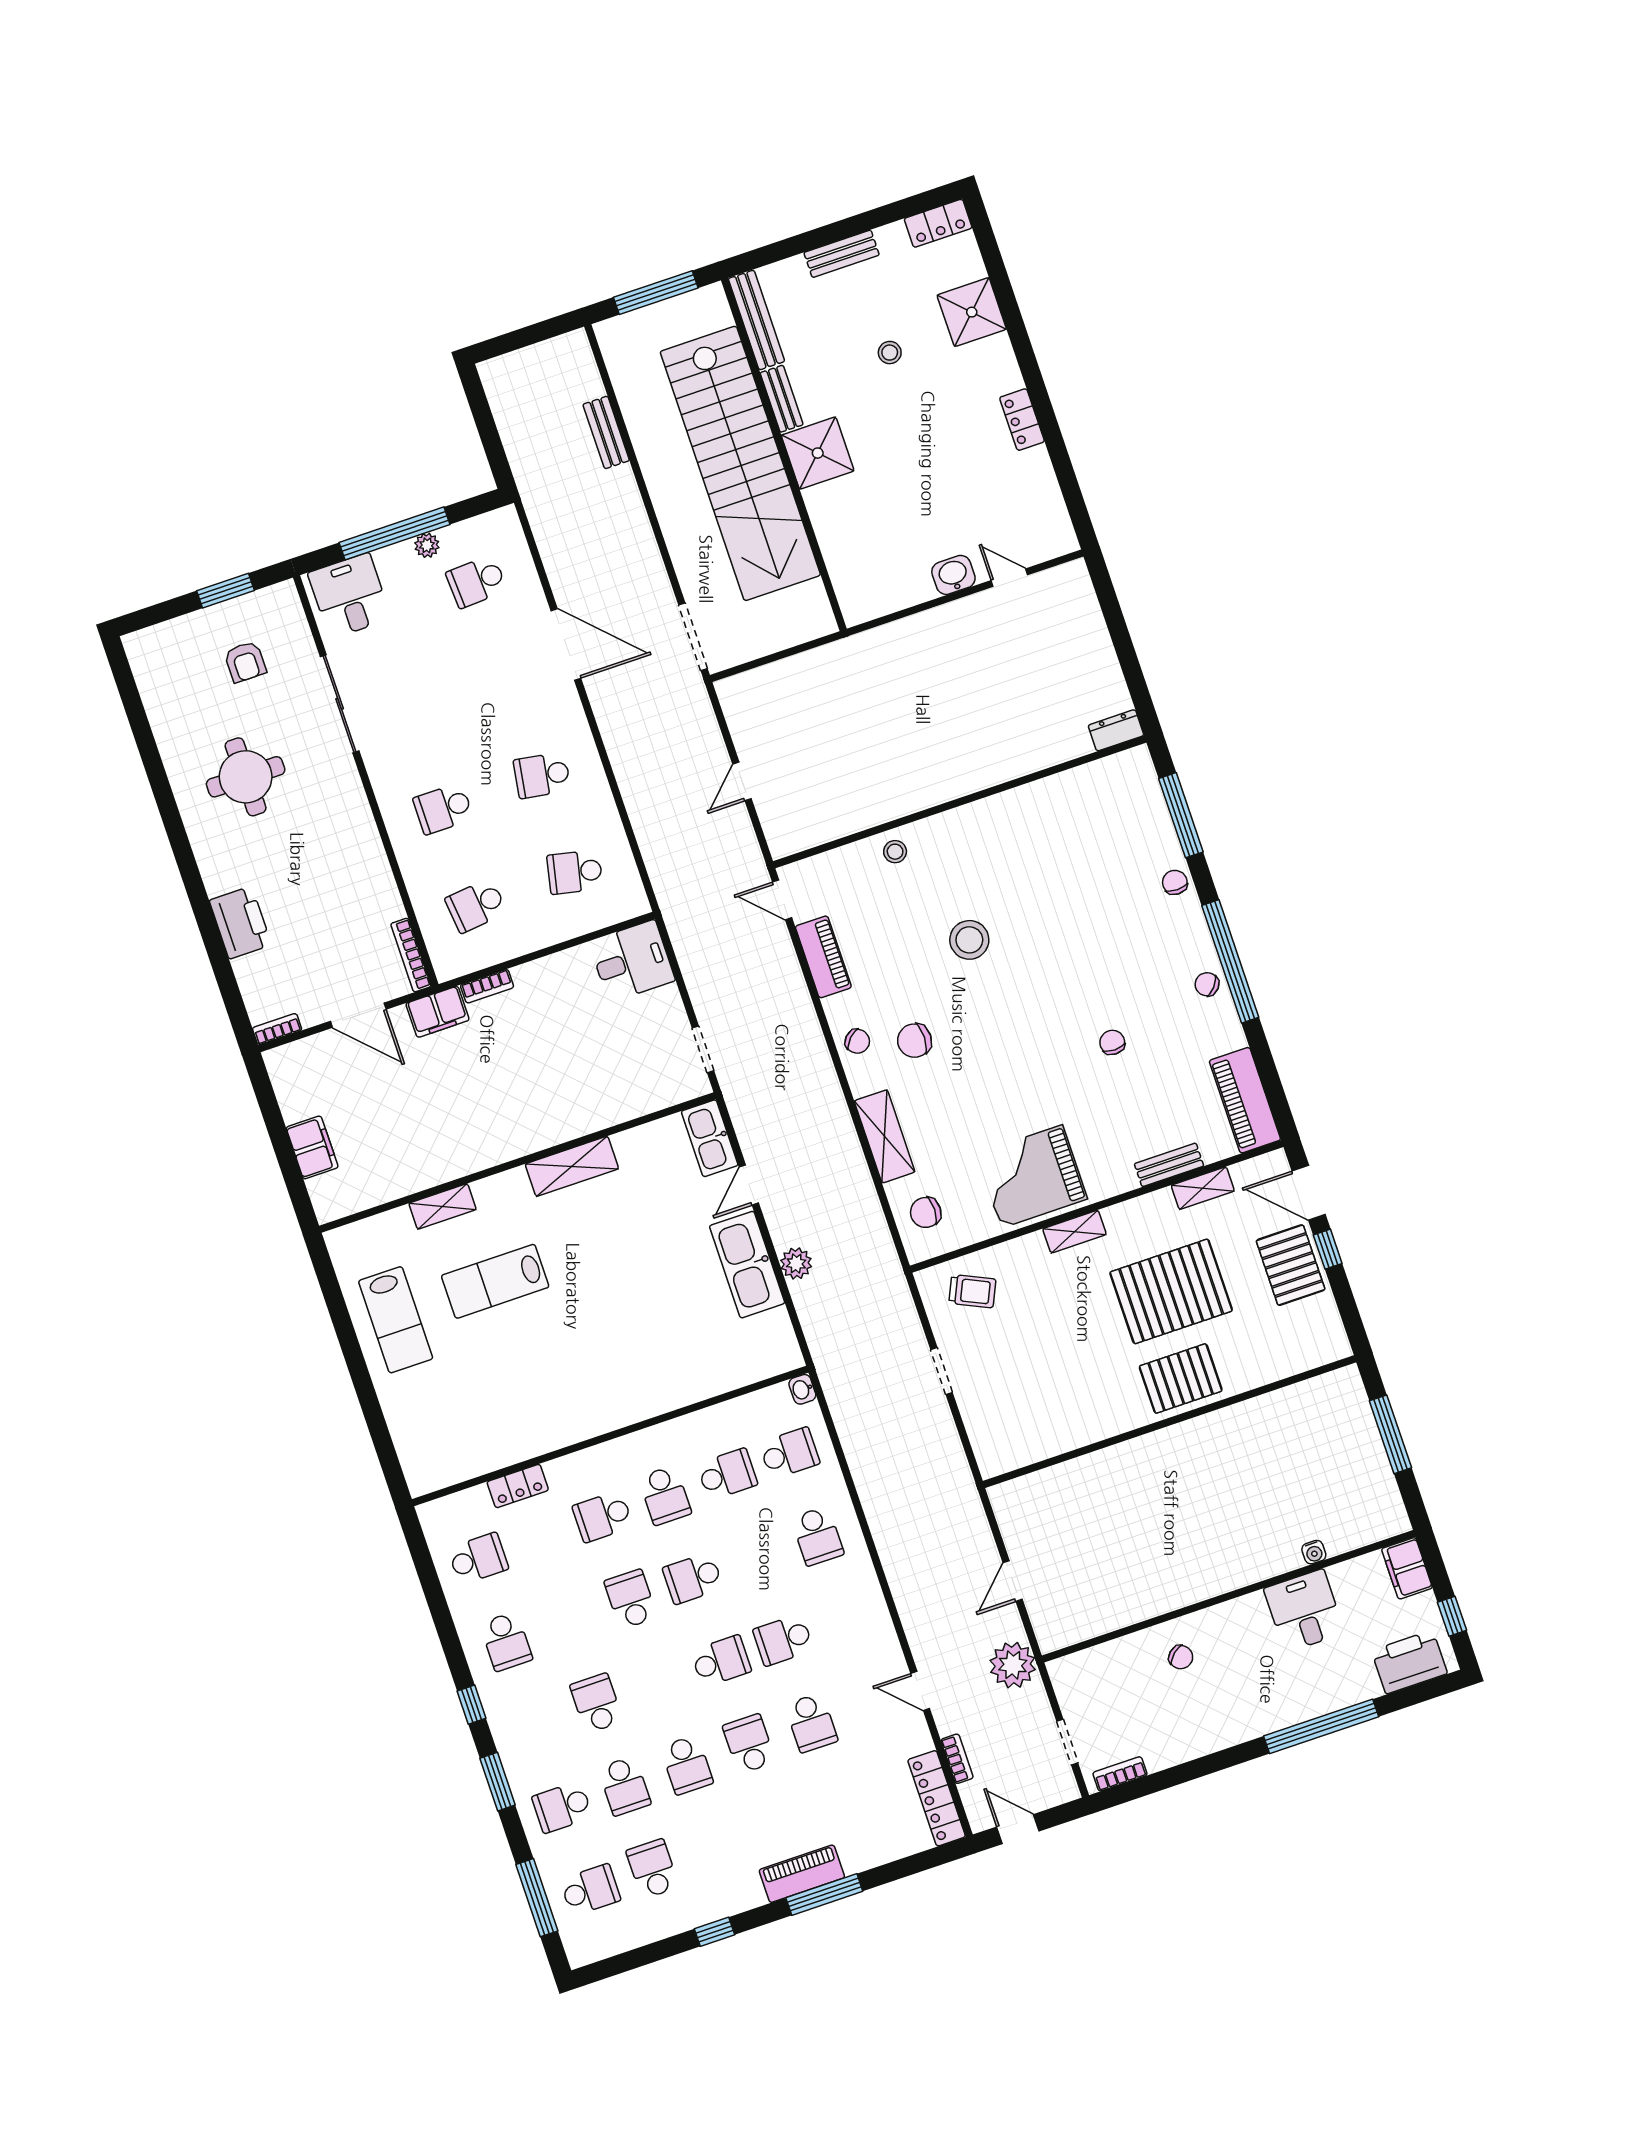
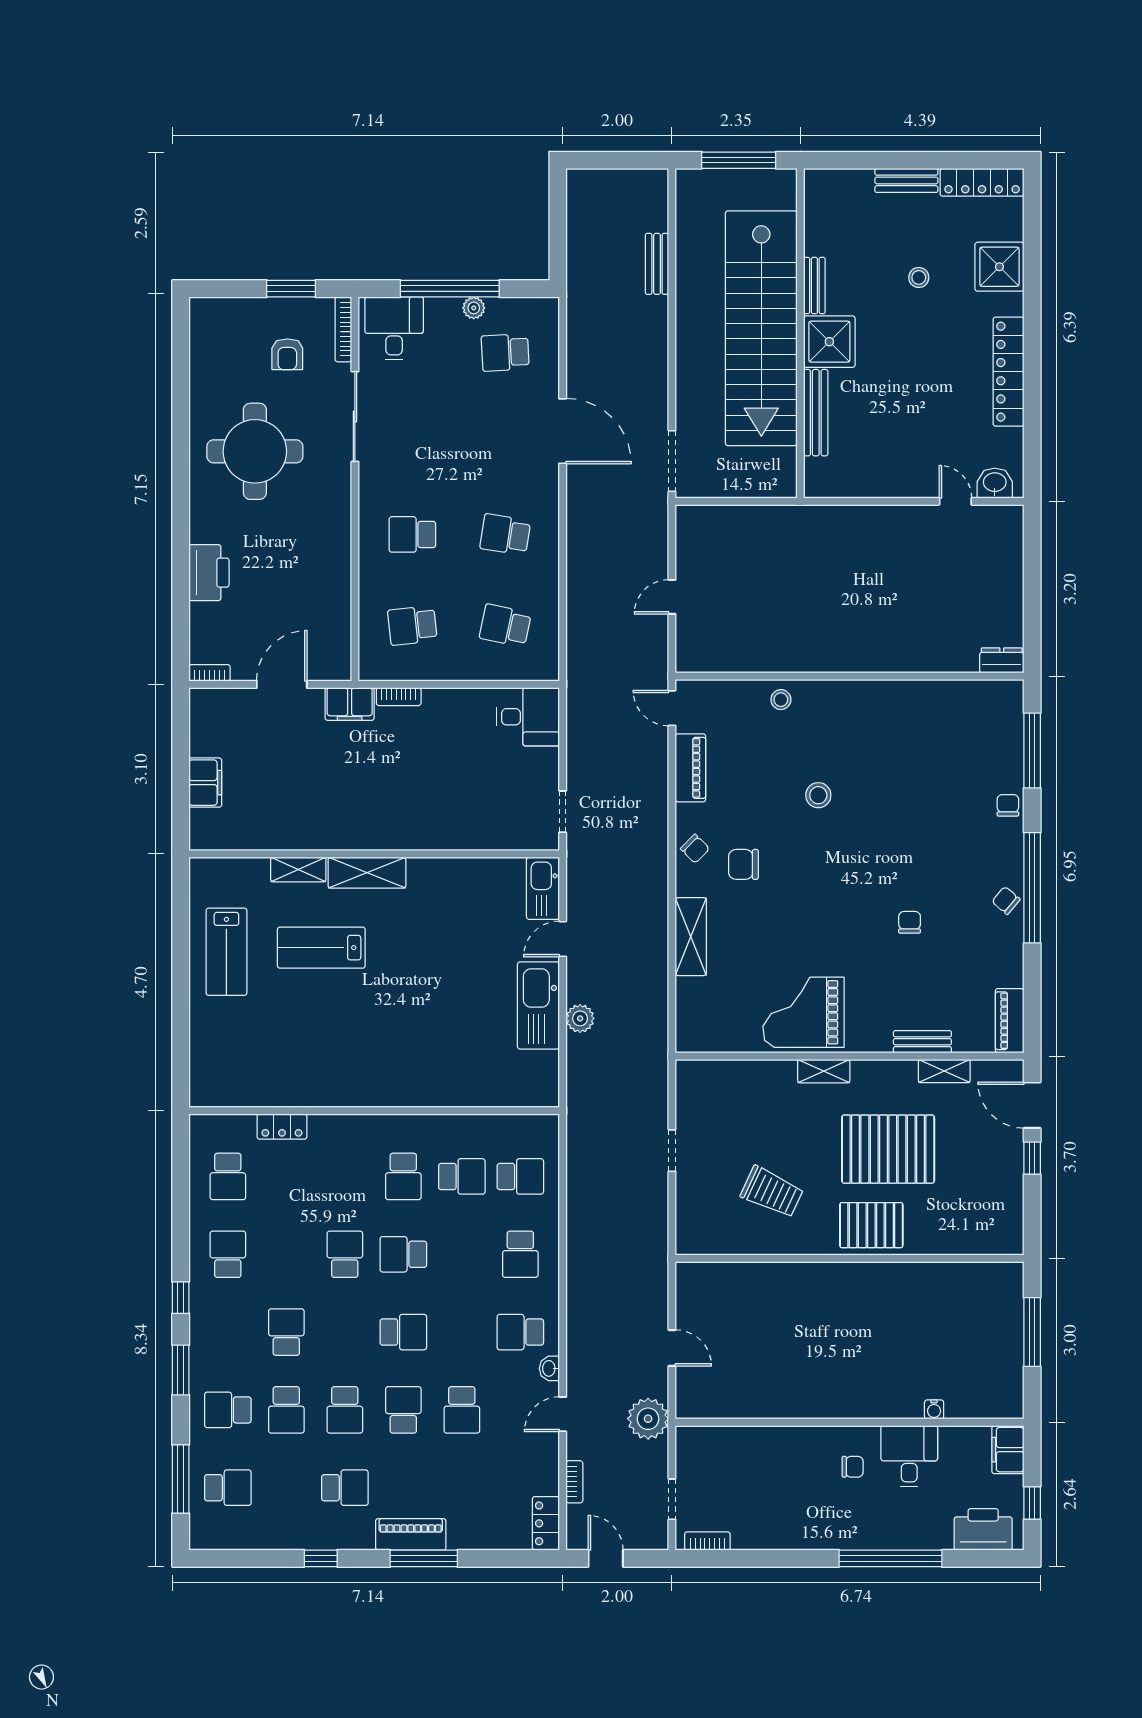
locker: (938, 223) -> (982, 182), width x1.53
bench: (756, 320) -> (816, 413), moved
locker: (1022, 420) -> (1009, 372), width x2.16, depth x1.21
washbasin: (953, 575) -> (995, 483), moved
round table: (246, 777) -> (255, 451), width x1.36, depth x1.36
stool: (969, 940) -> (818, 795), width x0.73, depth x0.73
bookcase: (411, 955) -> (343, 329), moved
door: (358, 1015) -> (282, 684), swing flipped
piano: (1245, 1100) -> (1010, 1021), width x0.73, depth x0.75
shelving: (572, 1166) -> (367, 873), moved
chair: (926, 1212) -> (704, 1012), removed
pallet: (1291, 1265) -> (996, 1161), removed
trolley: (972, 1291) -> (772, 1192), moved, width x1.36, depth x1.39
washbasin: (802, 1389) -> (549, 1368), moved
school desk: (603, 1516) -> (345, 1176), removed
school desk: (478, 1559) -> (228, 1176), turned 90
door: (1013, 1581) -> (672, 1348), swing flipped
school desk: (783, 1640) -> (520, 1332), moved
school desk: (506, 1641) -> (228, 1254), turned 180
chair: (1181, 1657) -> (853, 1467), moved, turned -48
door: (920, 1691) -> (563, 1414), hinge flipped
locker: (937, 1798) -> (546, 1523), width x0.66
school desk: (653, 1869) -> (345, 1488), moved, turned 90

